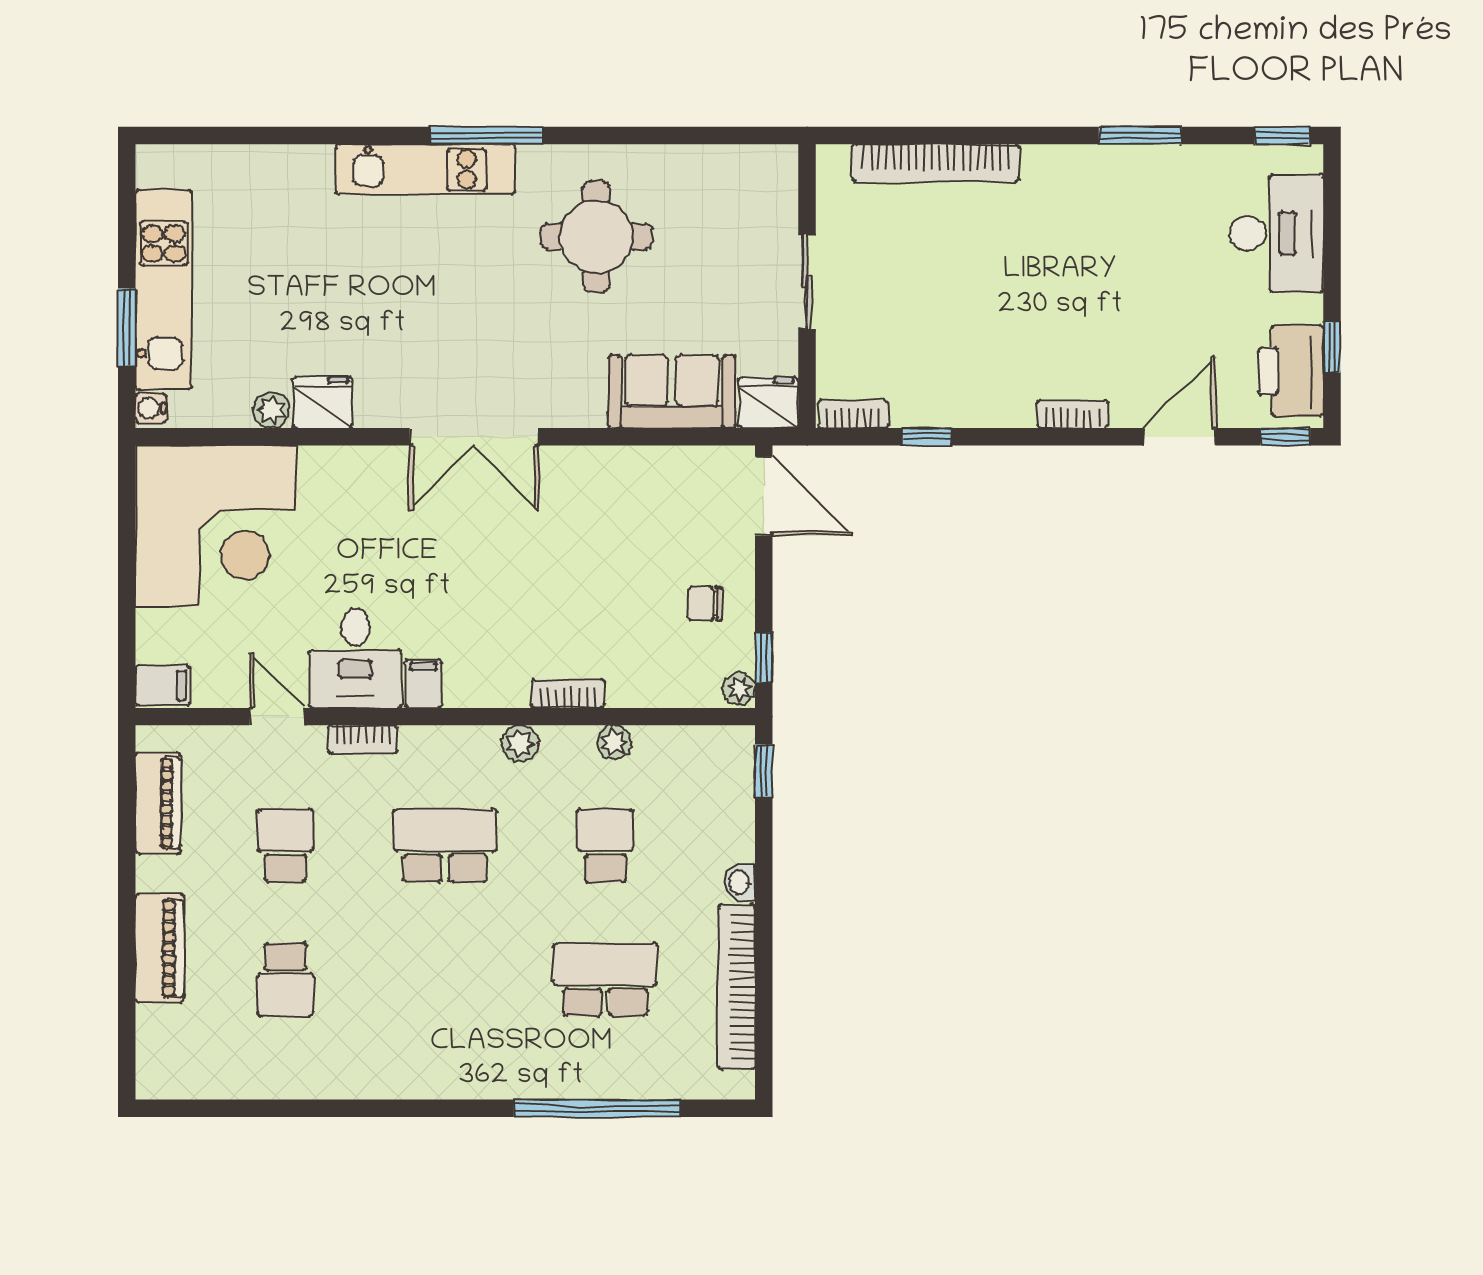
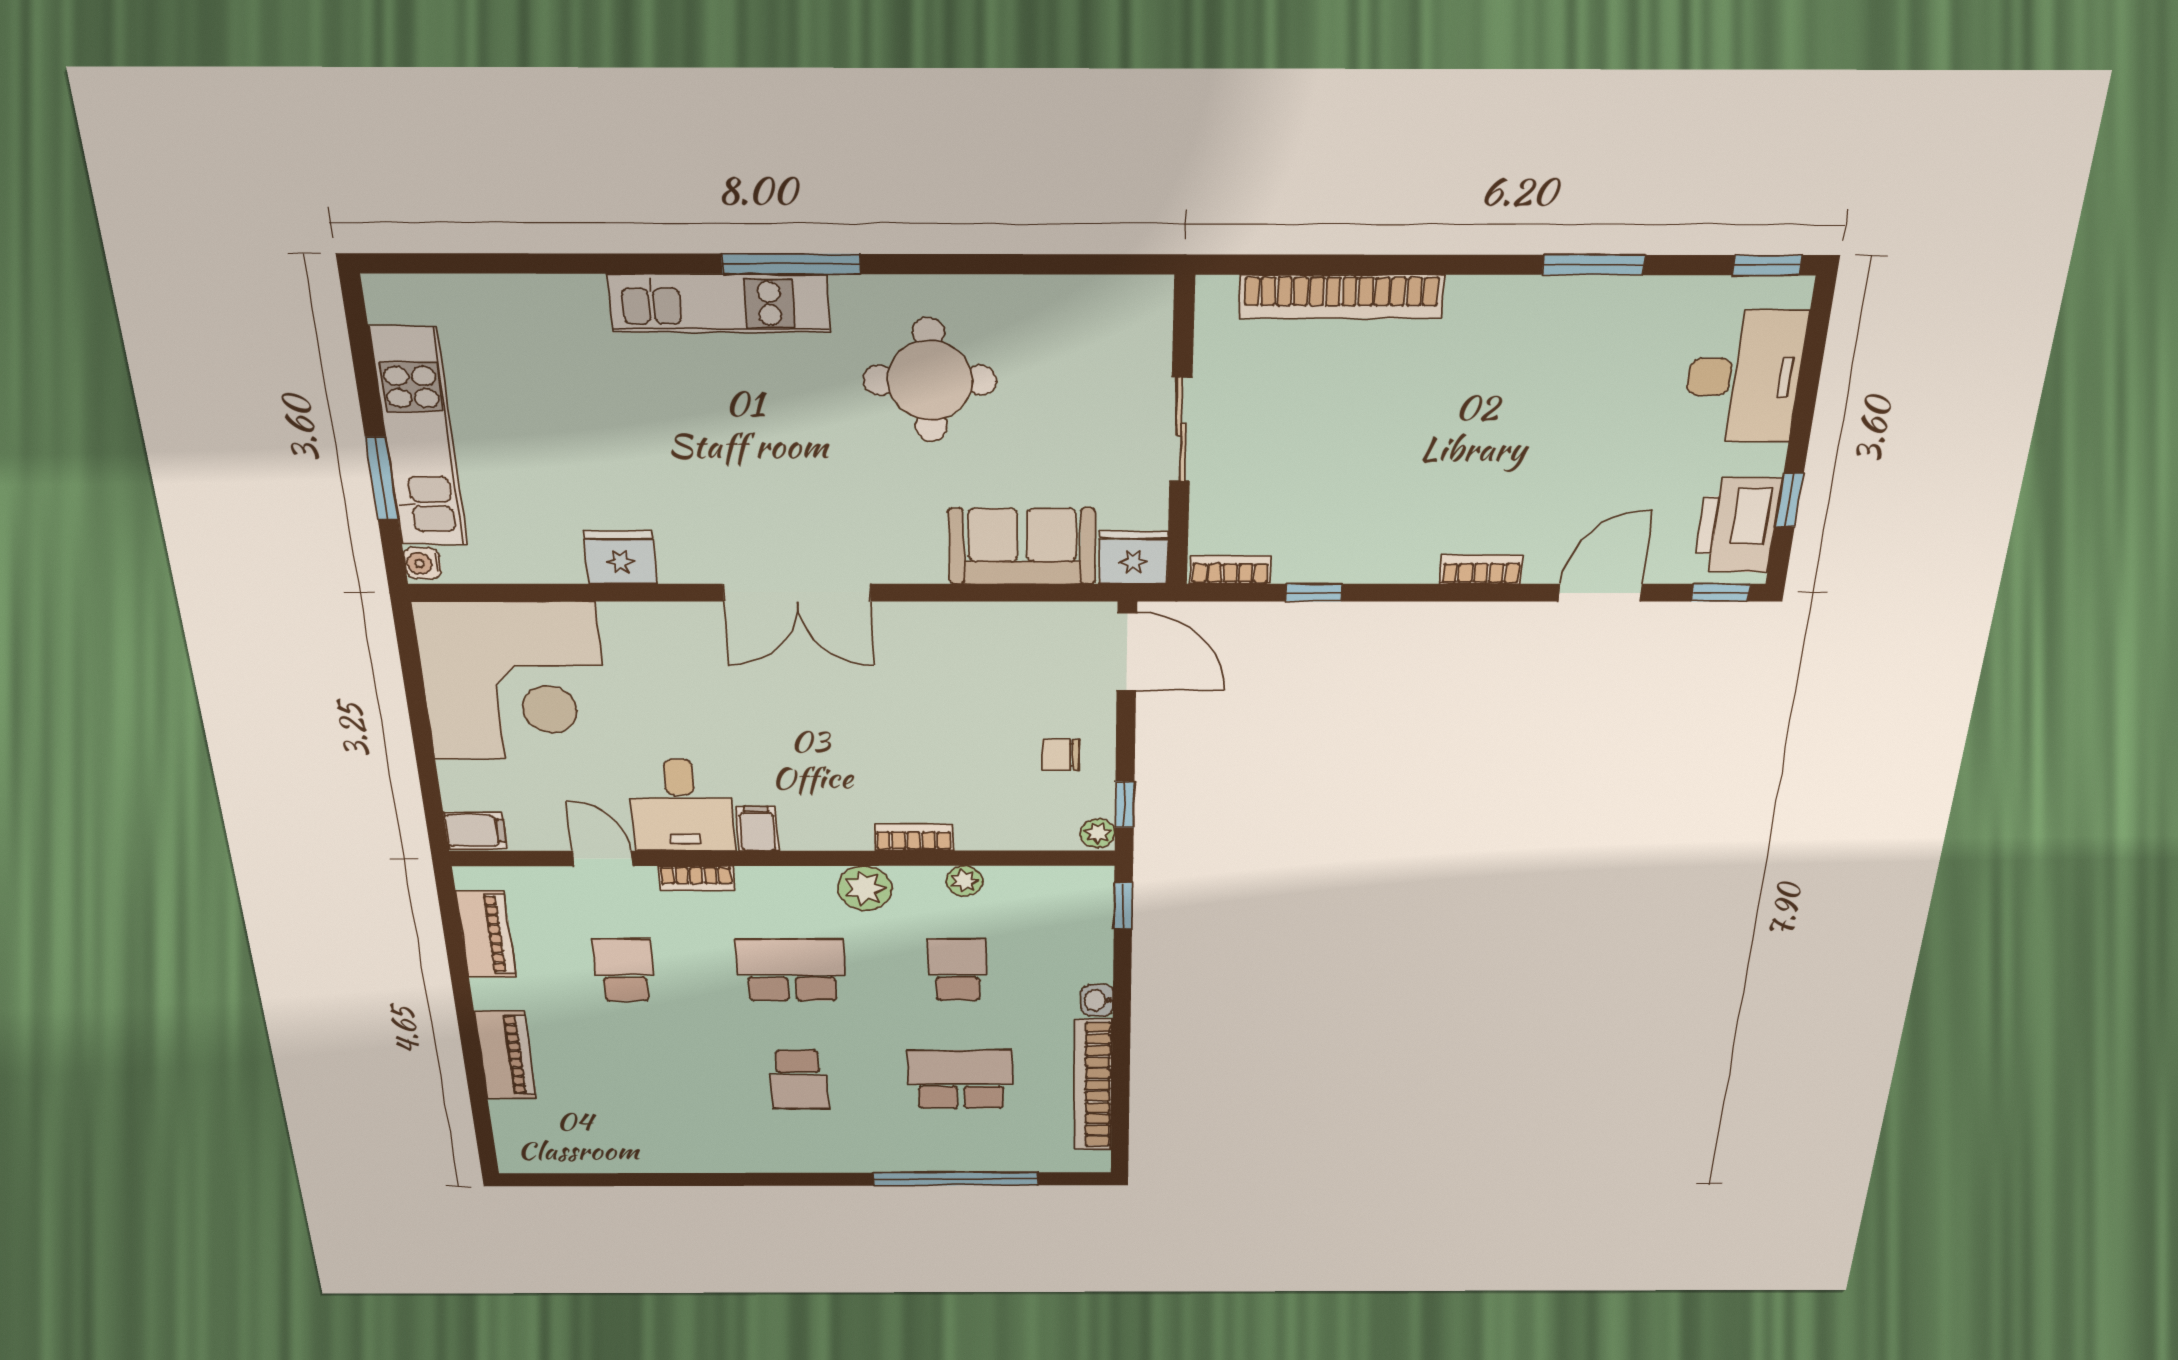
plant: (271, 410) -> (562, 565), removed
plant: (520, 744) -> (865, 888), width x1.38, depth x1.38
school desk: (285, 979) -> (799, 1080), moved

